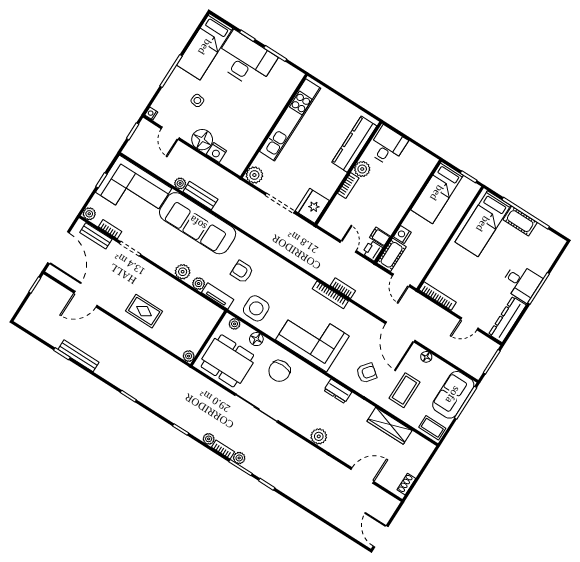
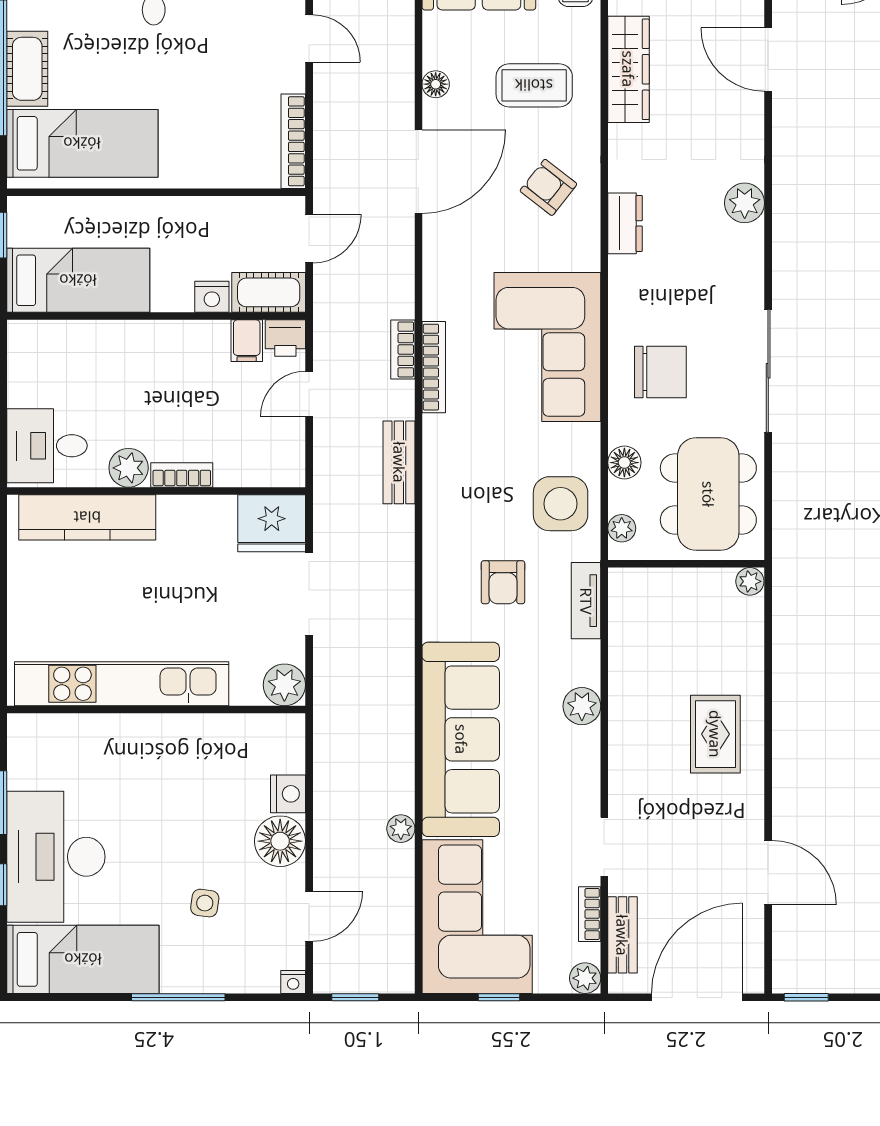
bench: (200, 195) -> (399, 462), moved
plant: (199, 284) -> (585, 657), removed

